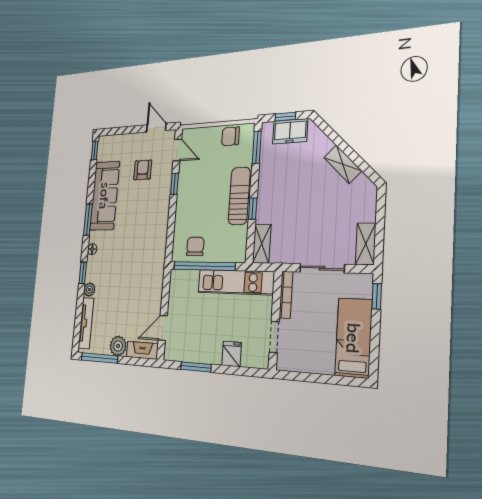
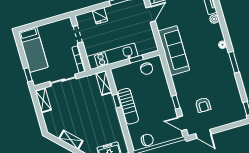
window: (257, 147) -> (127, 137), removed
sofa: (105, 196) -> (174, 51), moved, turned 180
window: (204, 266) -> (136, 59), width x0.32
window: (83, 273) -> (224, 28), removed

